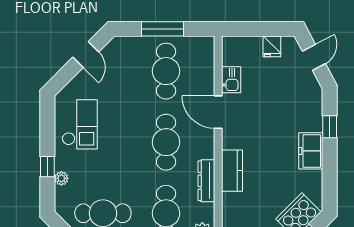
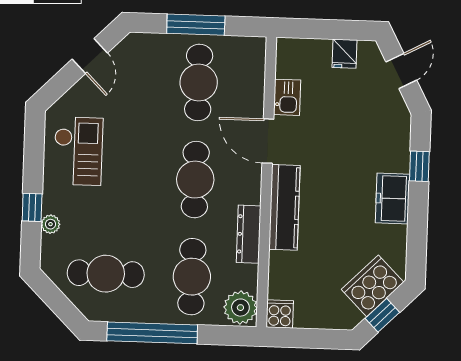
kitchen counter: (232, 171) -> (284, 207), width x1.50

